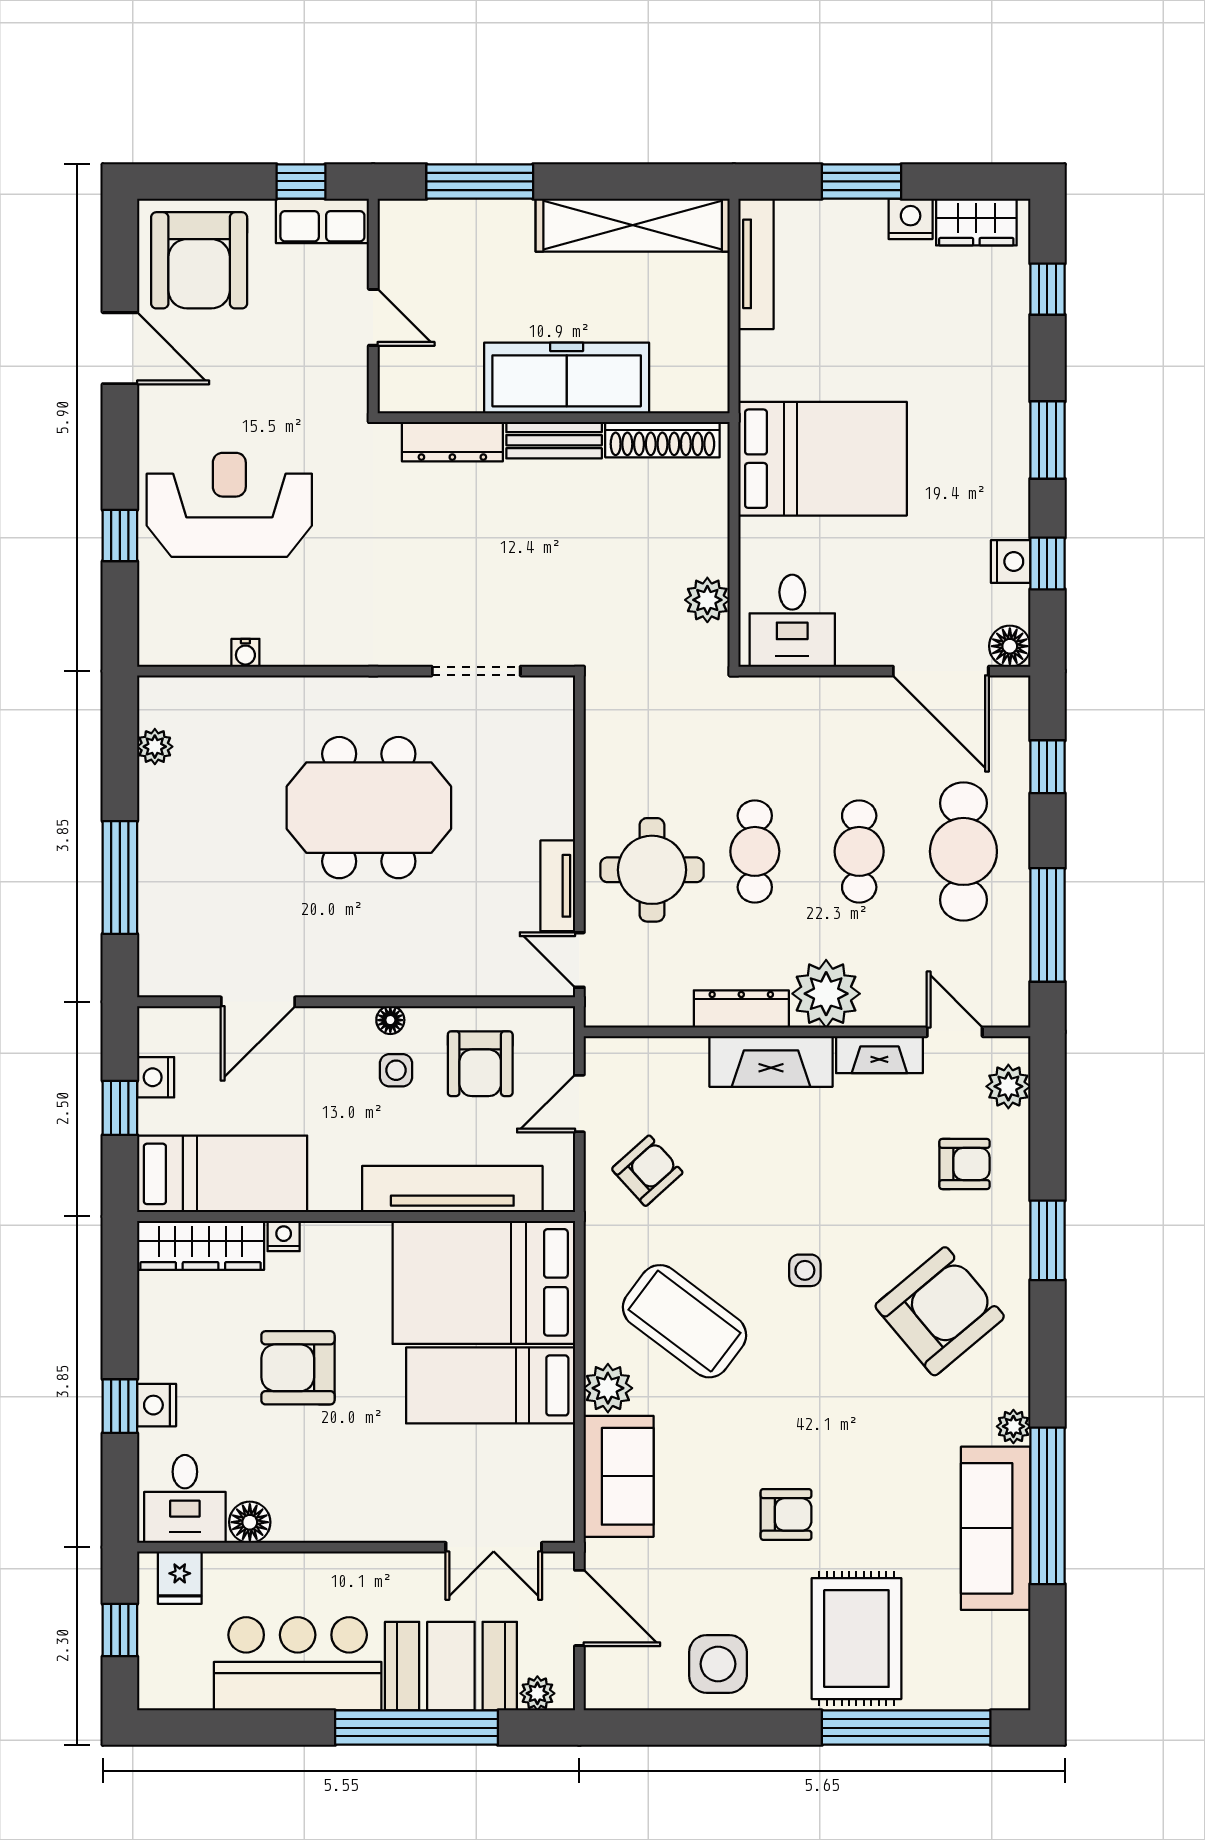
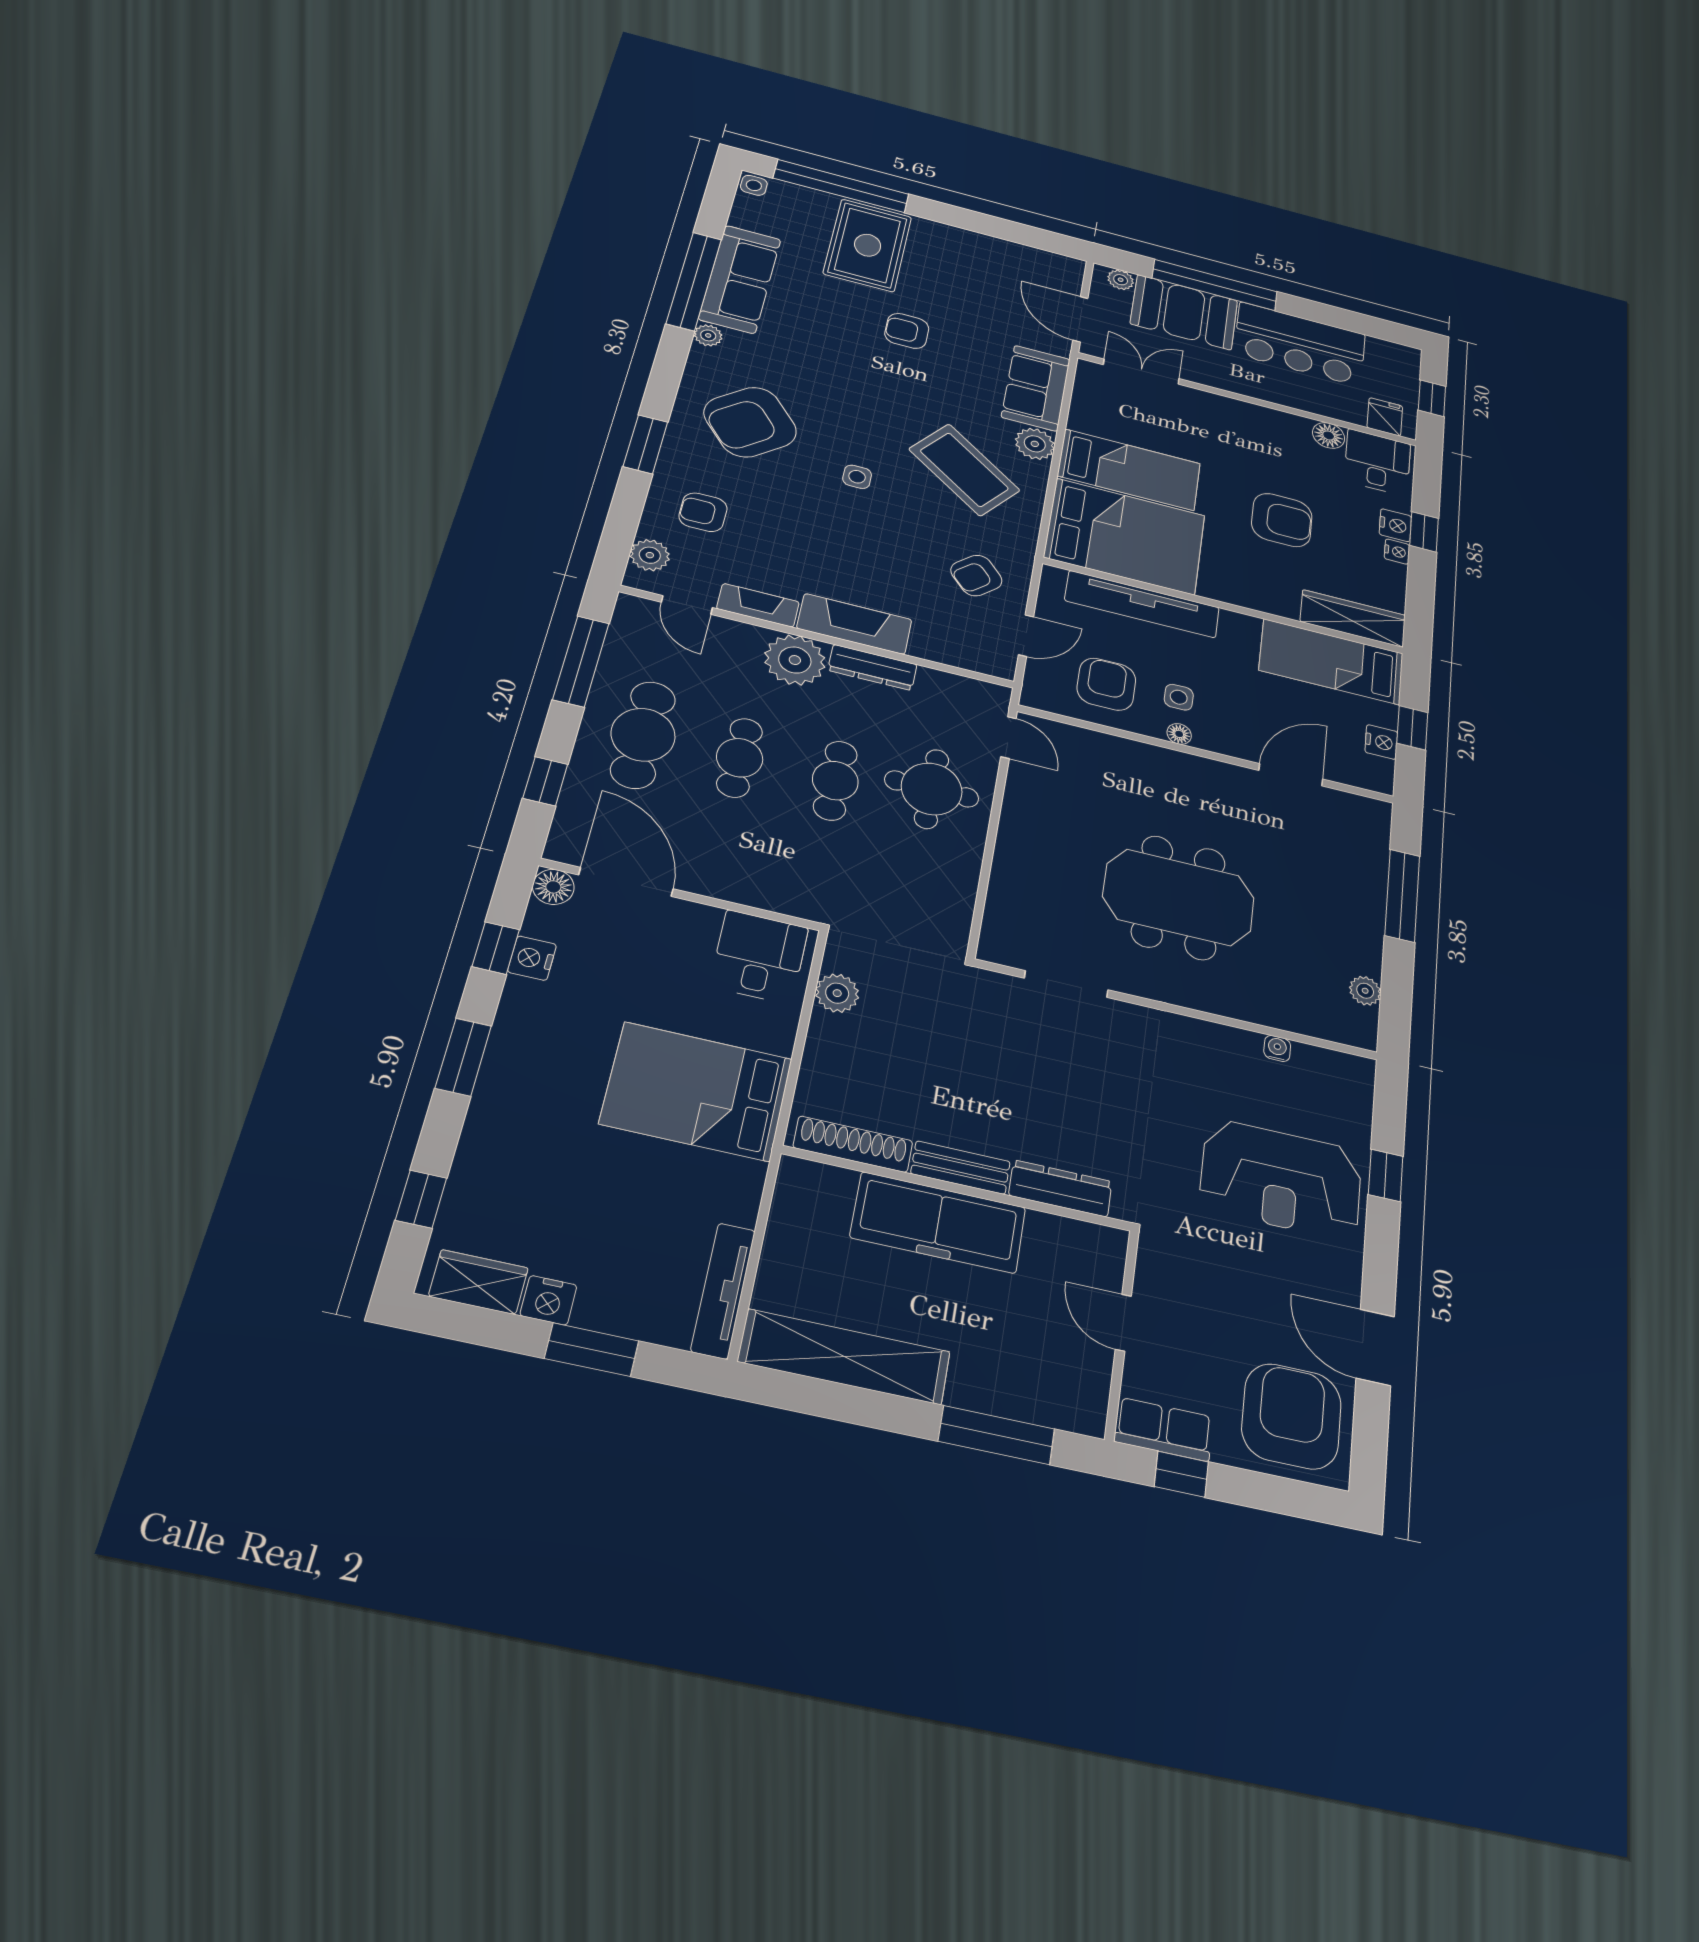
tv unit: (558, 886) -> (1018, 797), removed
nightstand: (284, 1236) -> (1397, 552), moved, turned -90
side table: (718, 1664) -> (754, 185), moved, width x0.54, depth x0.54

